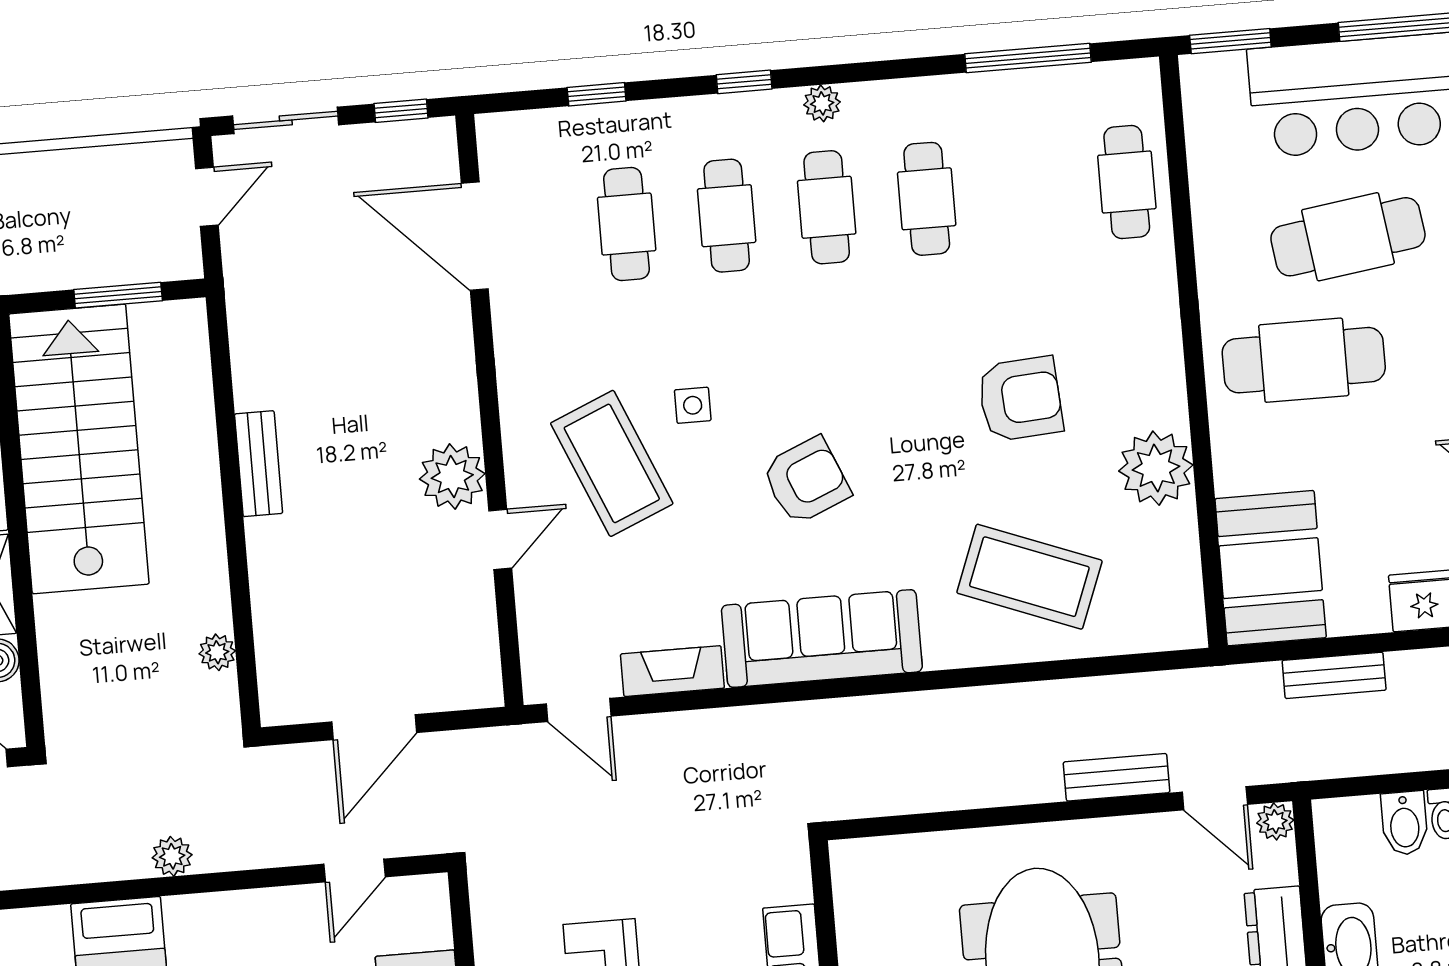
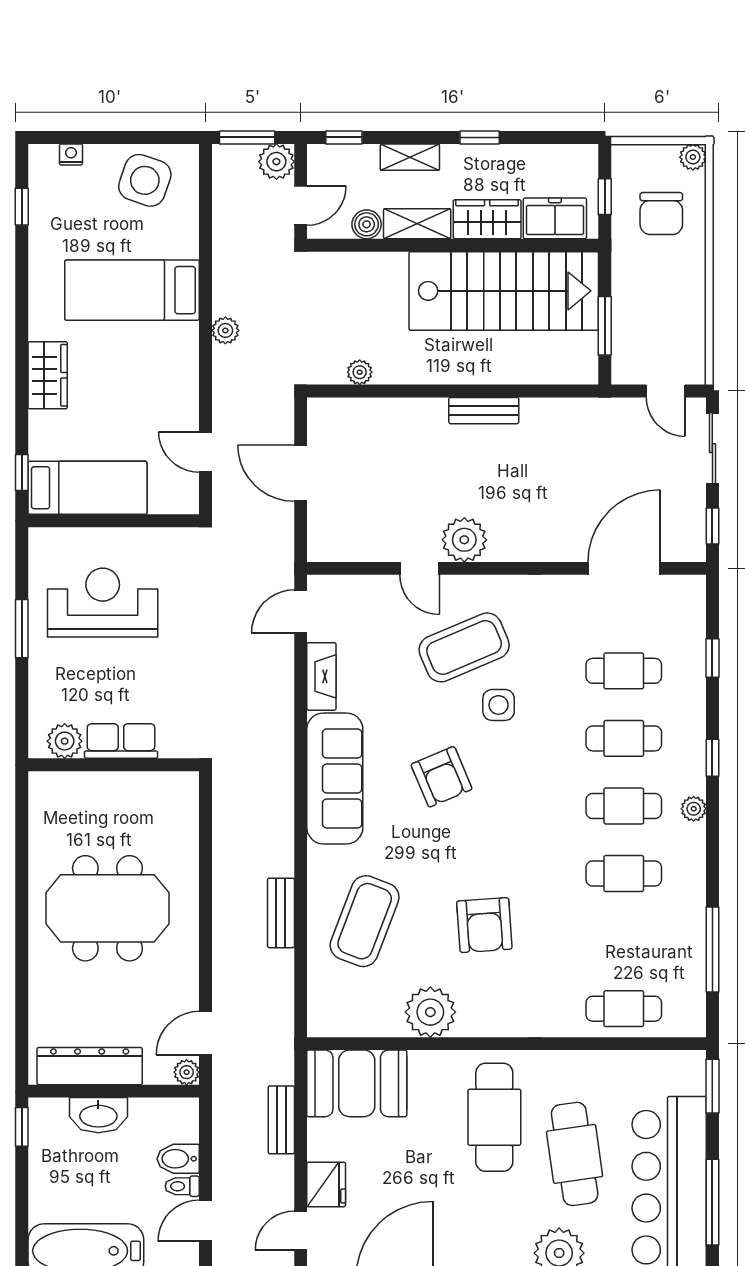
side table: (693, 405) -> (499, 705), width x1.37, depth x1.37
bench: (1117, 777) -> (281, 913), moved

